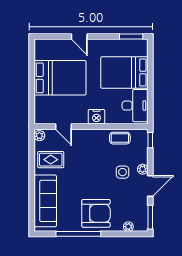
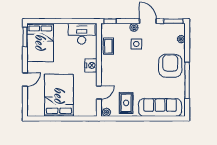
bed: (124, 72) -> (40, 42), moved

